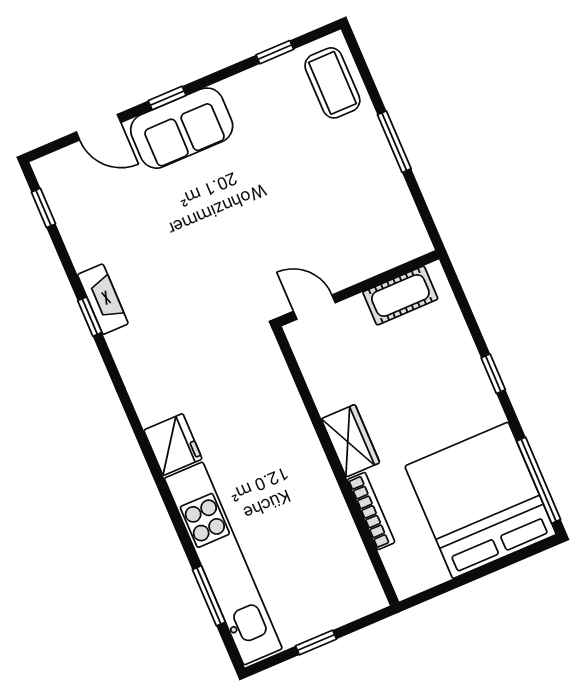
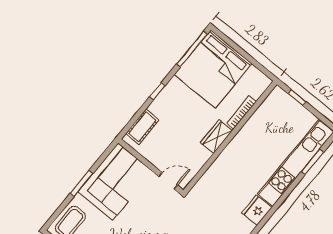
corner sofa: (365, 207) -> (115, 182), added
cot: (400, 295) -> (142, 127), moved, turned 90
door: (314, 307) -> (168, 181), swing flipped
window: (316, 642) -> (297, 98), moved

